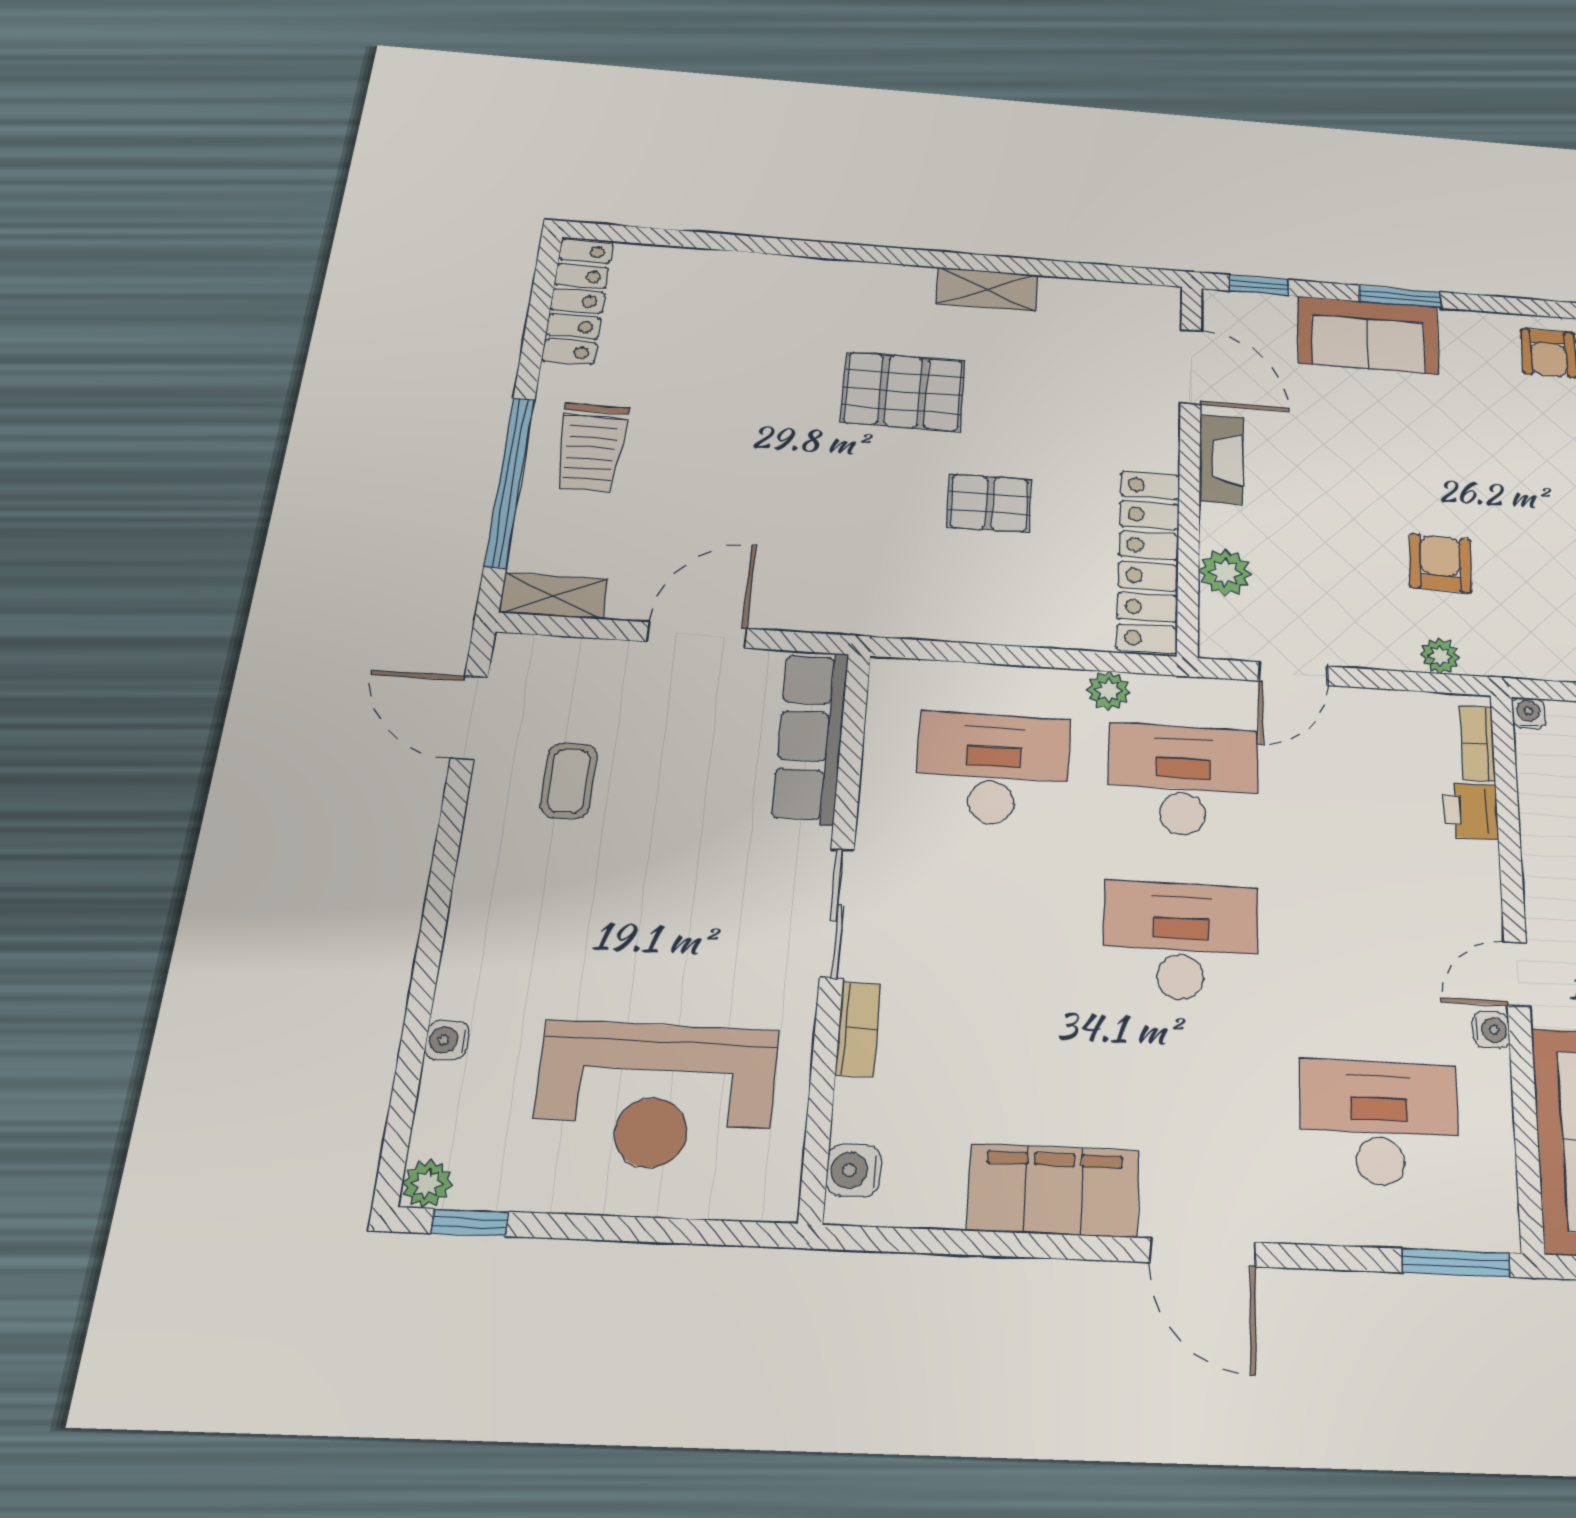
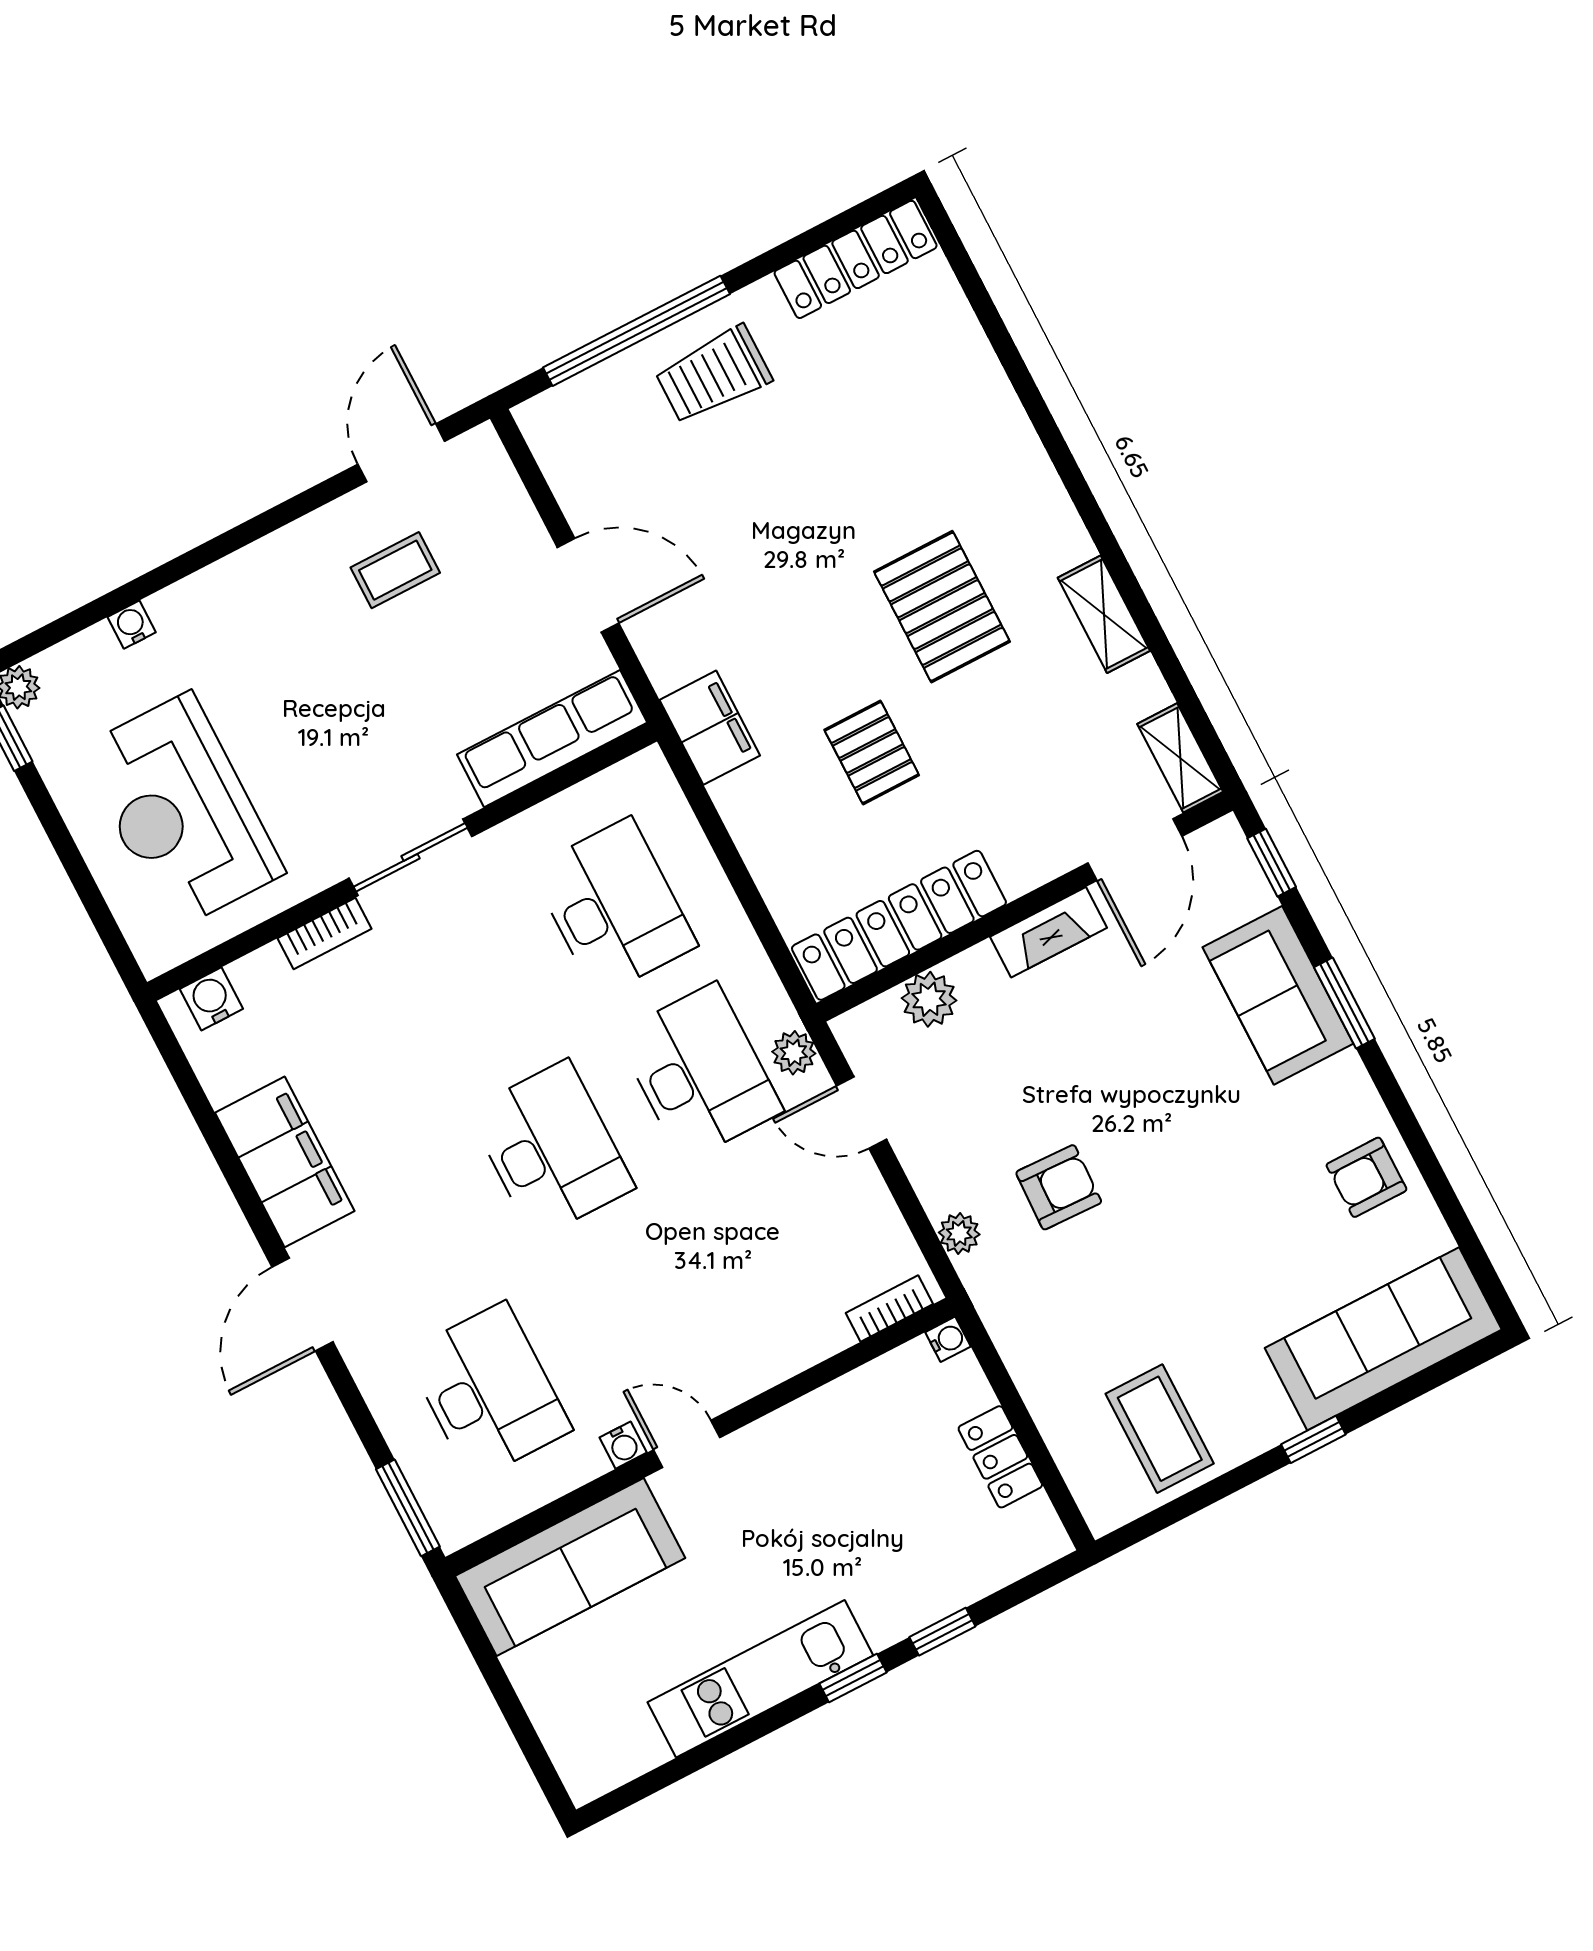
shelving: (554, 596) -> (1180, 758), moved
filing cabinet: (886, 610) -> (710, 728), added
plant: (1109, 691) -> (794, 1053), moved
printer: (1471, 811) -> (818, 1334), removed

